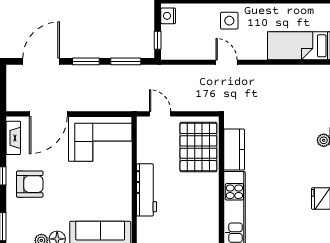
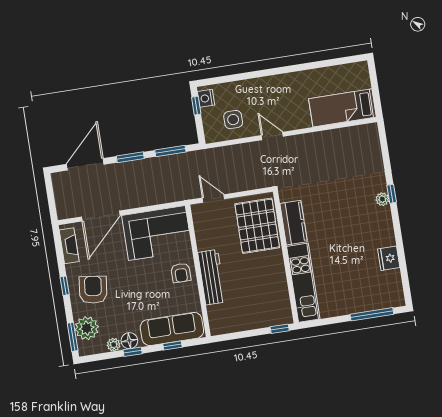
side table: (229, 21) -> (233, 120), moved
window: (158, 40) -> (196, 106), moved
armchair: (117, 181) -> (181, 273), added
armchair: (30, 184) -> (93, 290), turned -83
plant: (18, 220) -> (87, 328), added

